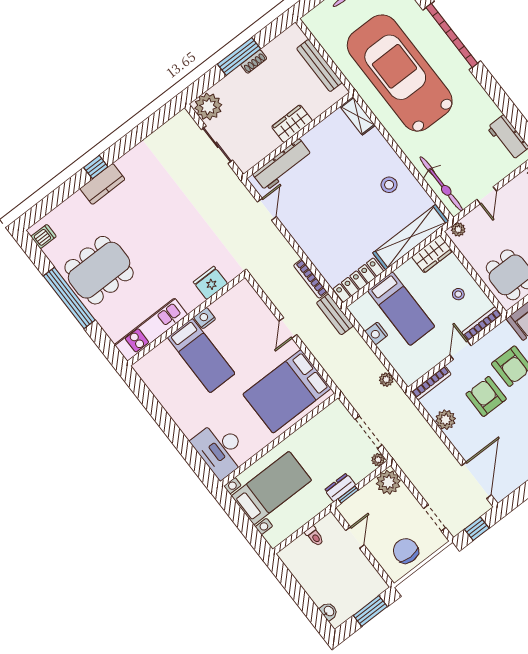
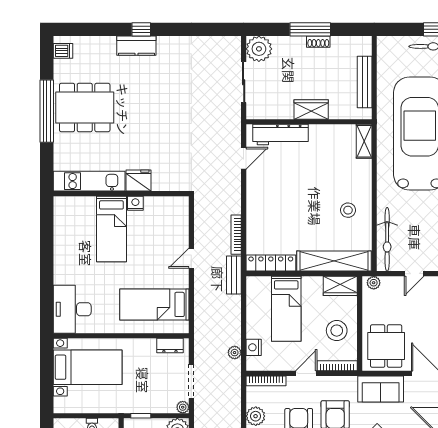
fridge: (210, 283) -> (138, 181), moved
stool: (458, 294) -> (337, 331), width x1.89, depth x1.89
nightstand: (376, 333) -> (254, 347), moved
bed: (287, 391) -> (154, 304), width x0.67
dresser: (340, 487) -> (170, 346), moved, turned 180

